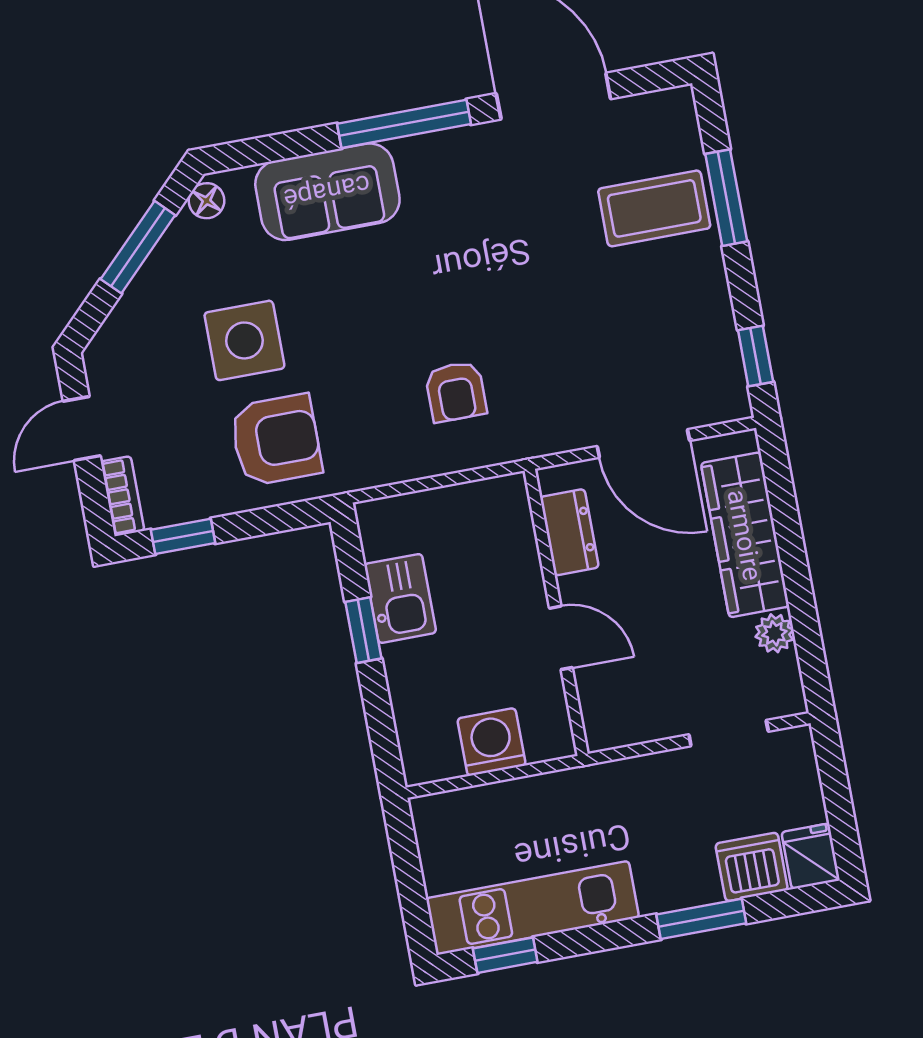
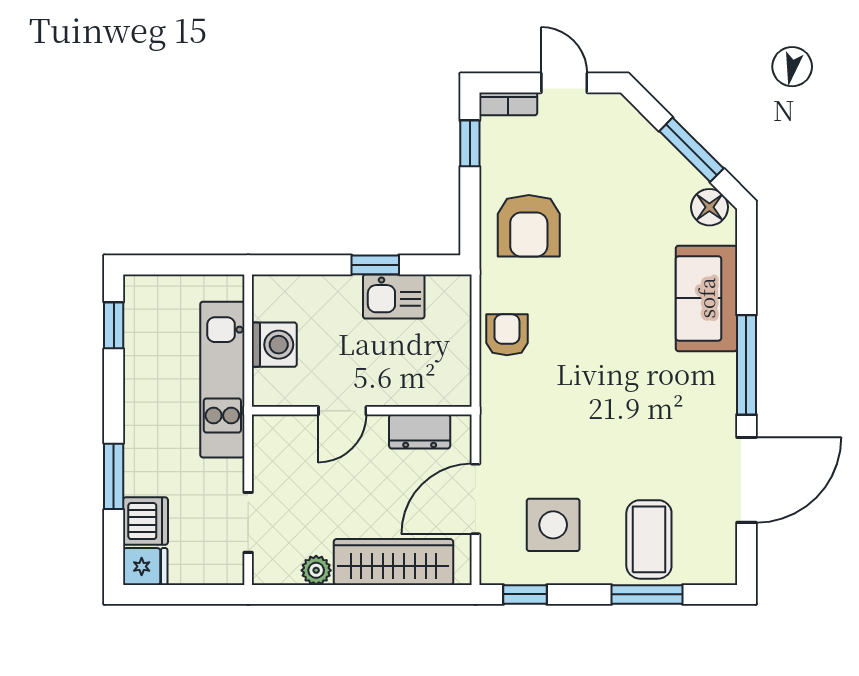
floor lamp: (206, 201) -> (709, 207), width x1.37, depth x1.37
side table: (244, 340) -> (553, 525), moved
armchair: (456, 392) -> (507, 335), moved, turned 90
kitchen unit: (533, 908) -> (222, 380), moved, turned 180

